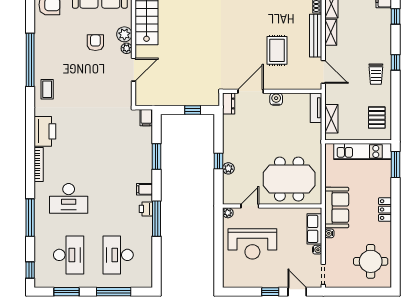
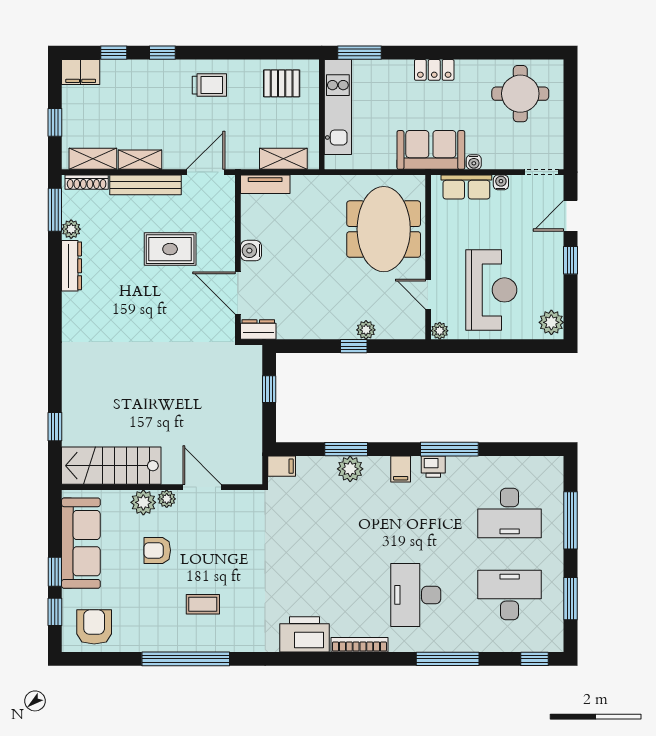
window: (395, 62) -> (162, 53), moved
coffee table: (47, 89) -> (203, 604), moved
plant: (145, 159) -> (350, 469), added
desk: (69, 198) -> (416, 595), turned 180
plant: (233, 280) -> (551, 322), added

